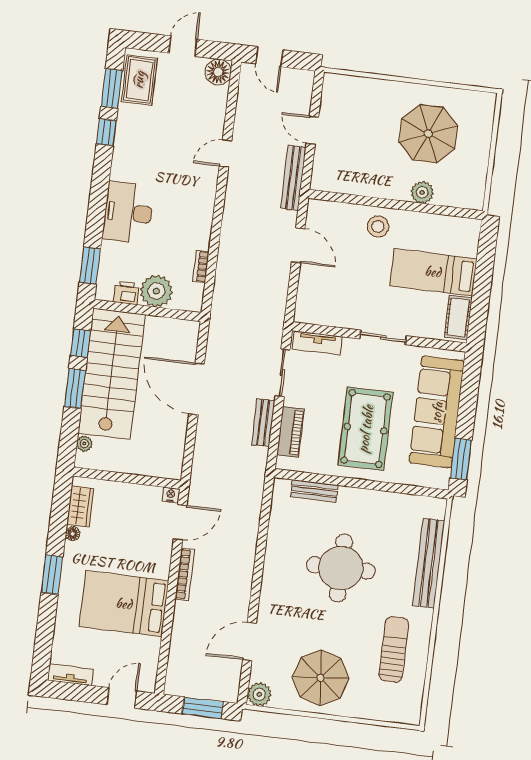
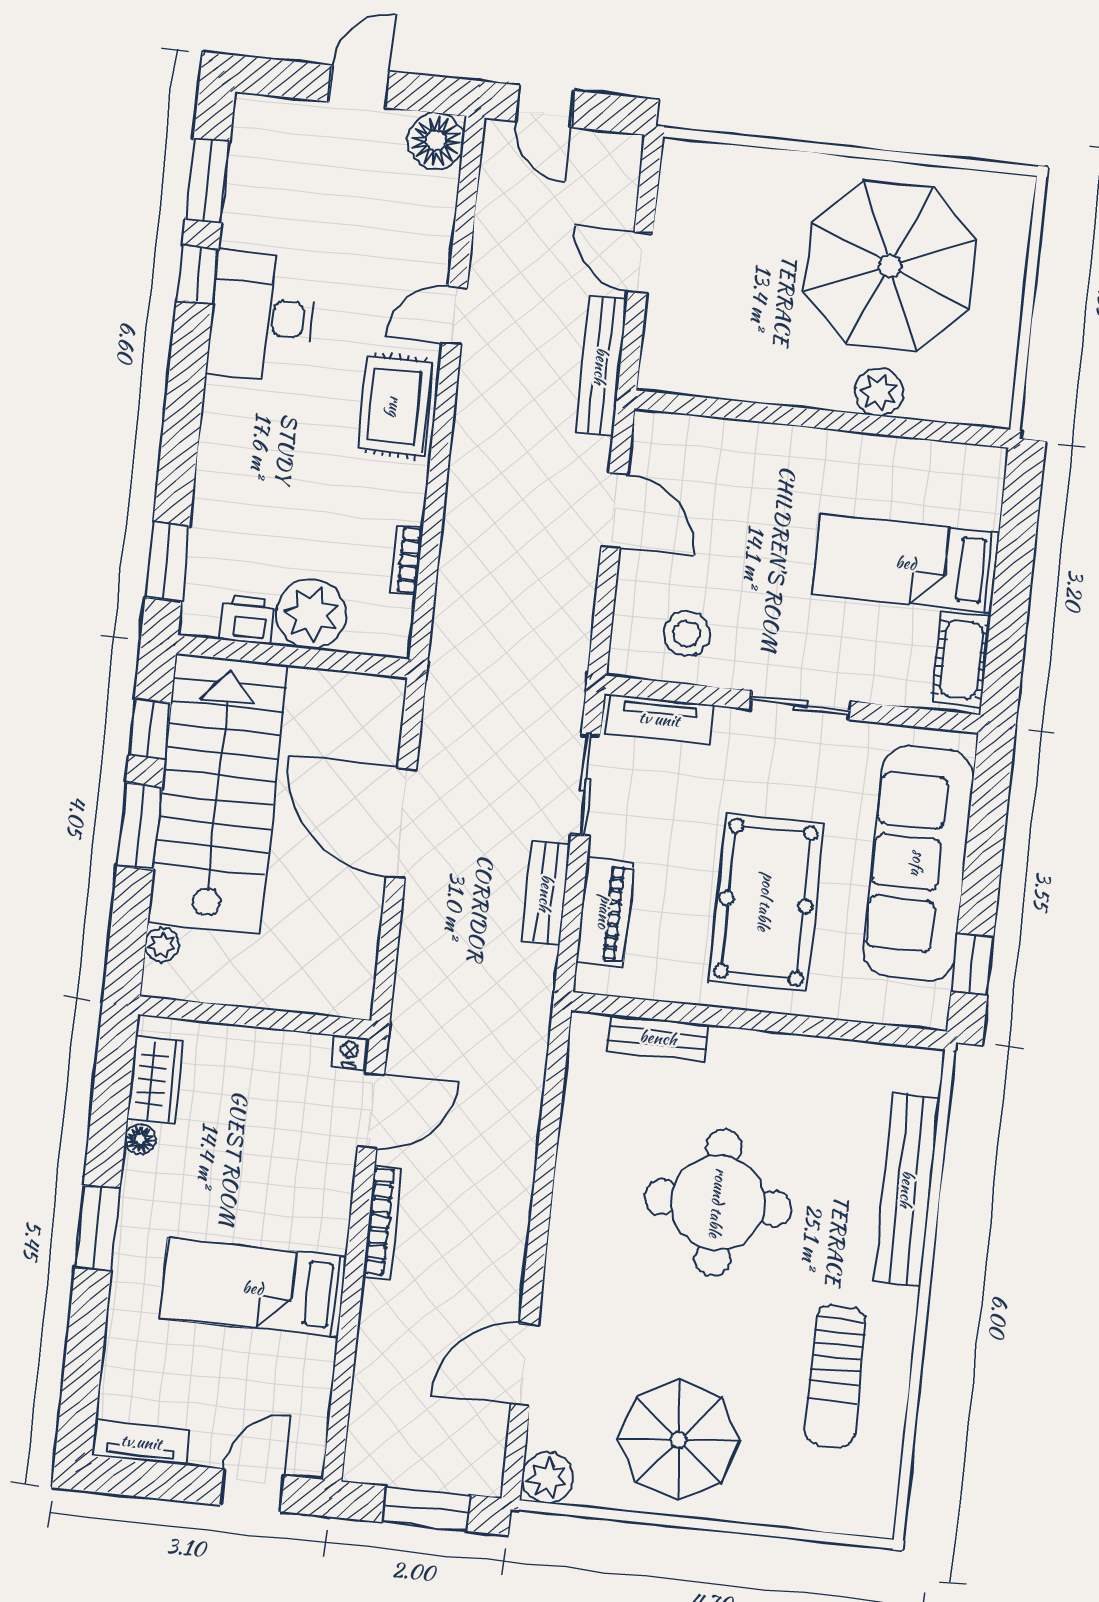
rug: (139, 80) -> (395, 406), moved
parasol: (428, 134) -> (890, 266), width x1.36, depth x1.36
desk: (128, 213) -> (261, 316), moved
stool: (378, 227) -> (687, 634), moved
window: (461, 459) -> (972, 964), width x0.67
bed: (124, 604) -> (253, 1288), width x0.67
sun lounger: (394, 649) -> (835, 1376), turned 180

